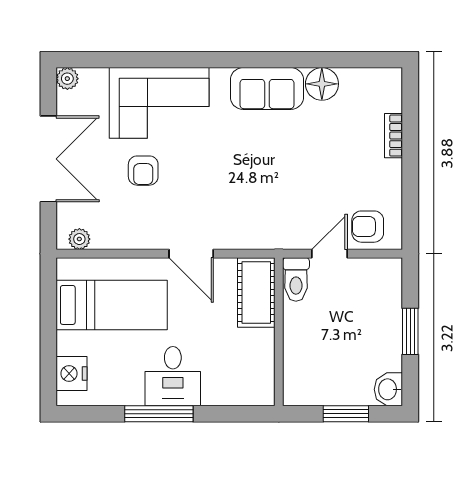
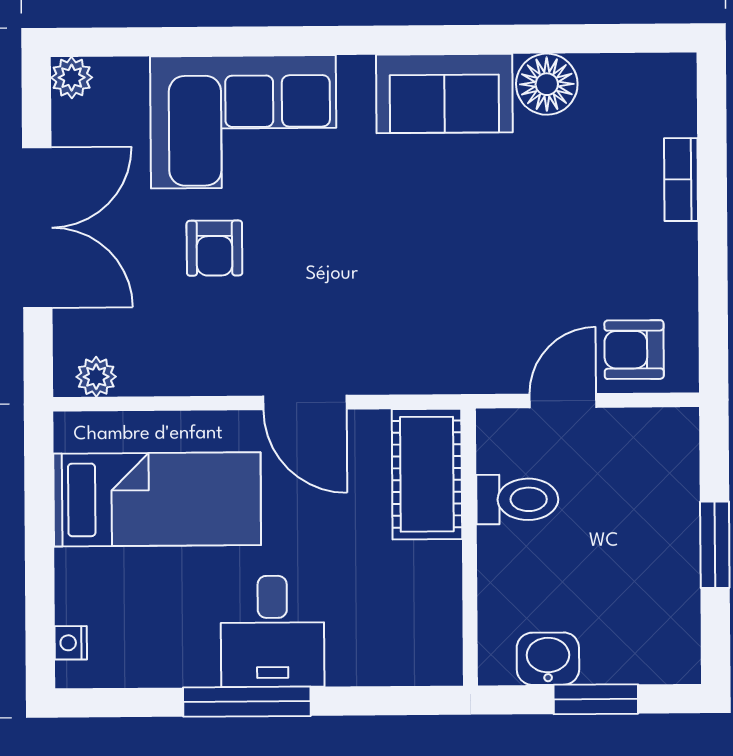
toilet: (296, 279) -> (517, 499), moved, turned -90
nightstand: (71, 374) -> (71, 643), width x0.53, depth x0.56
washbasin: (388, 389) -> (548, 659), moved, turned 90

